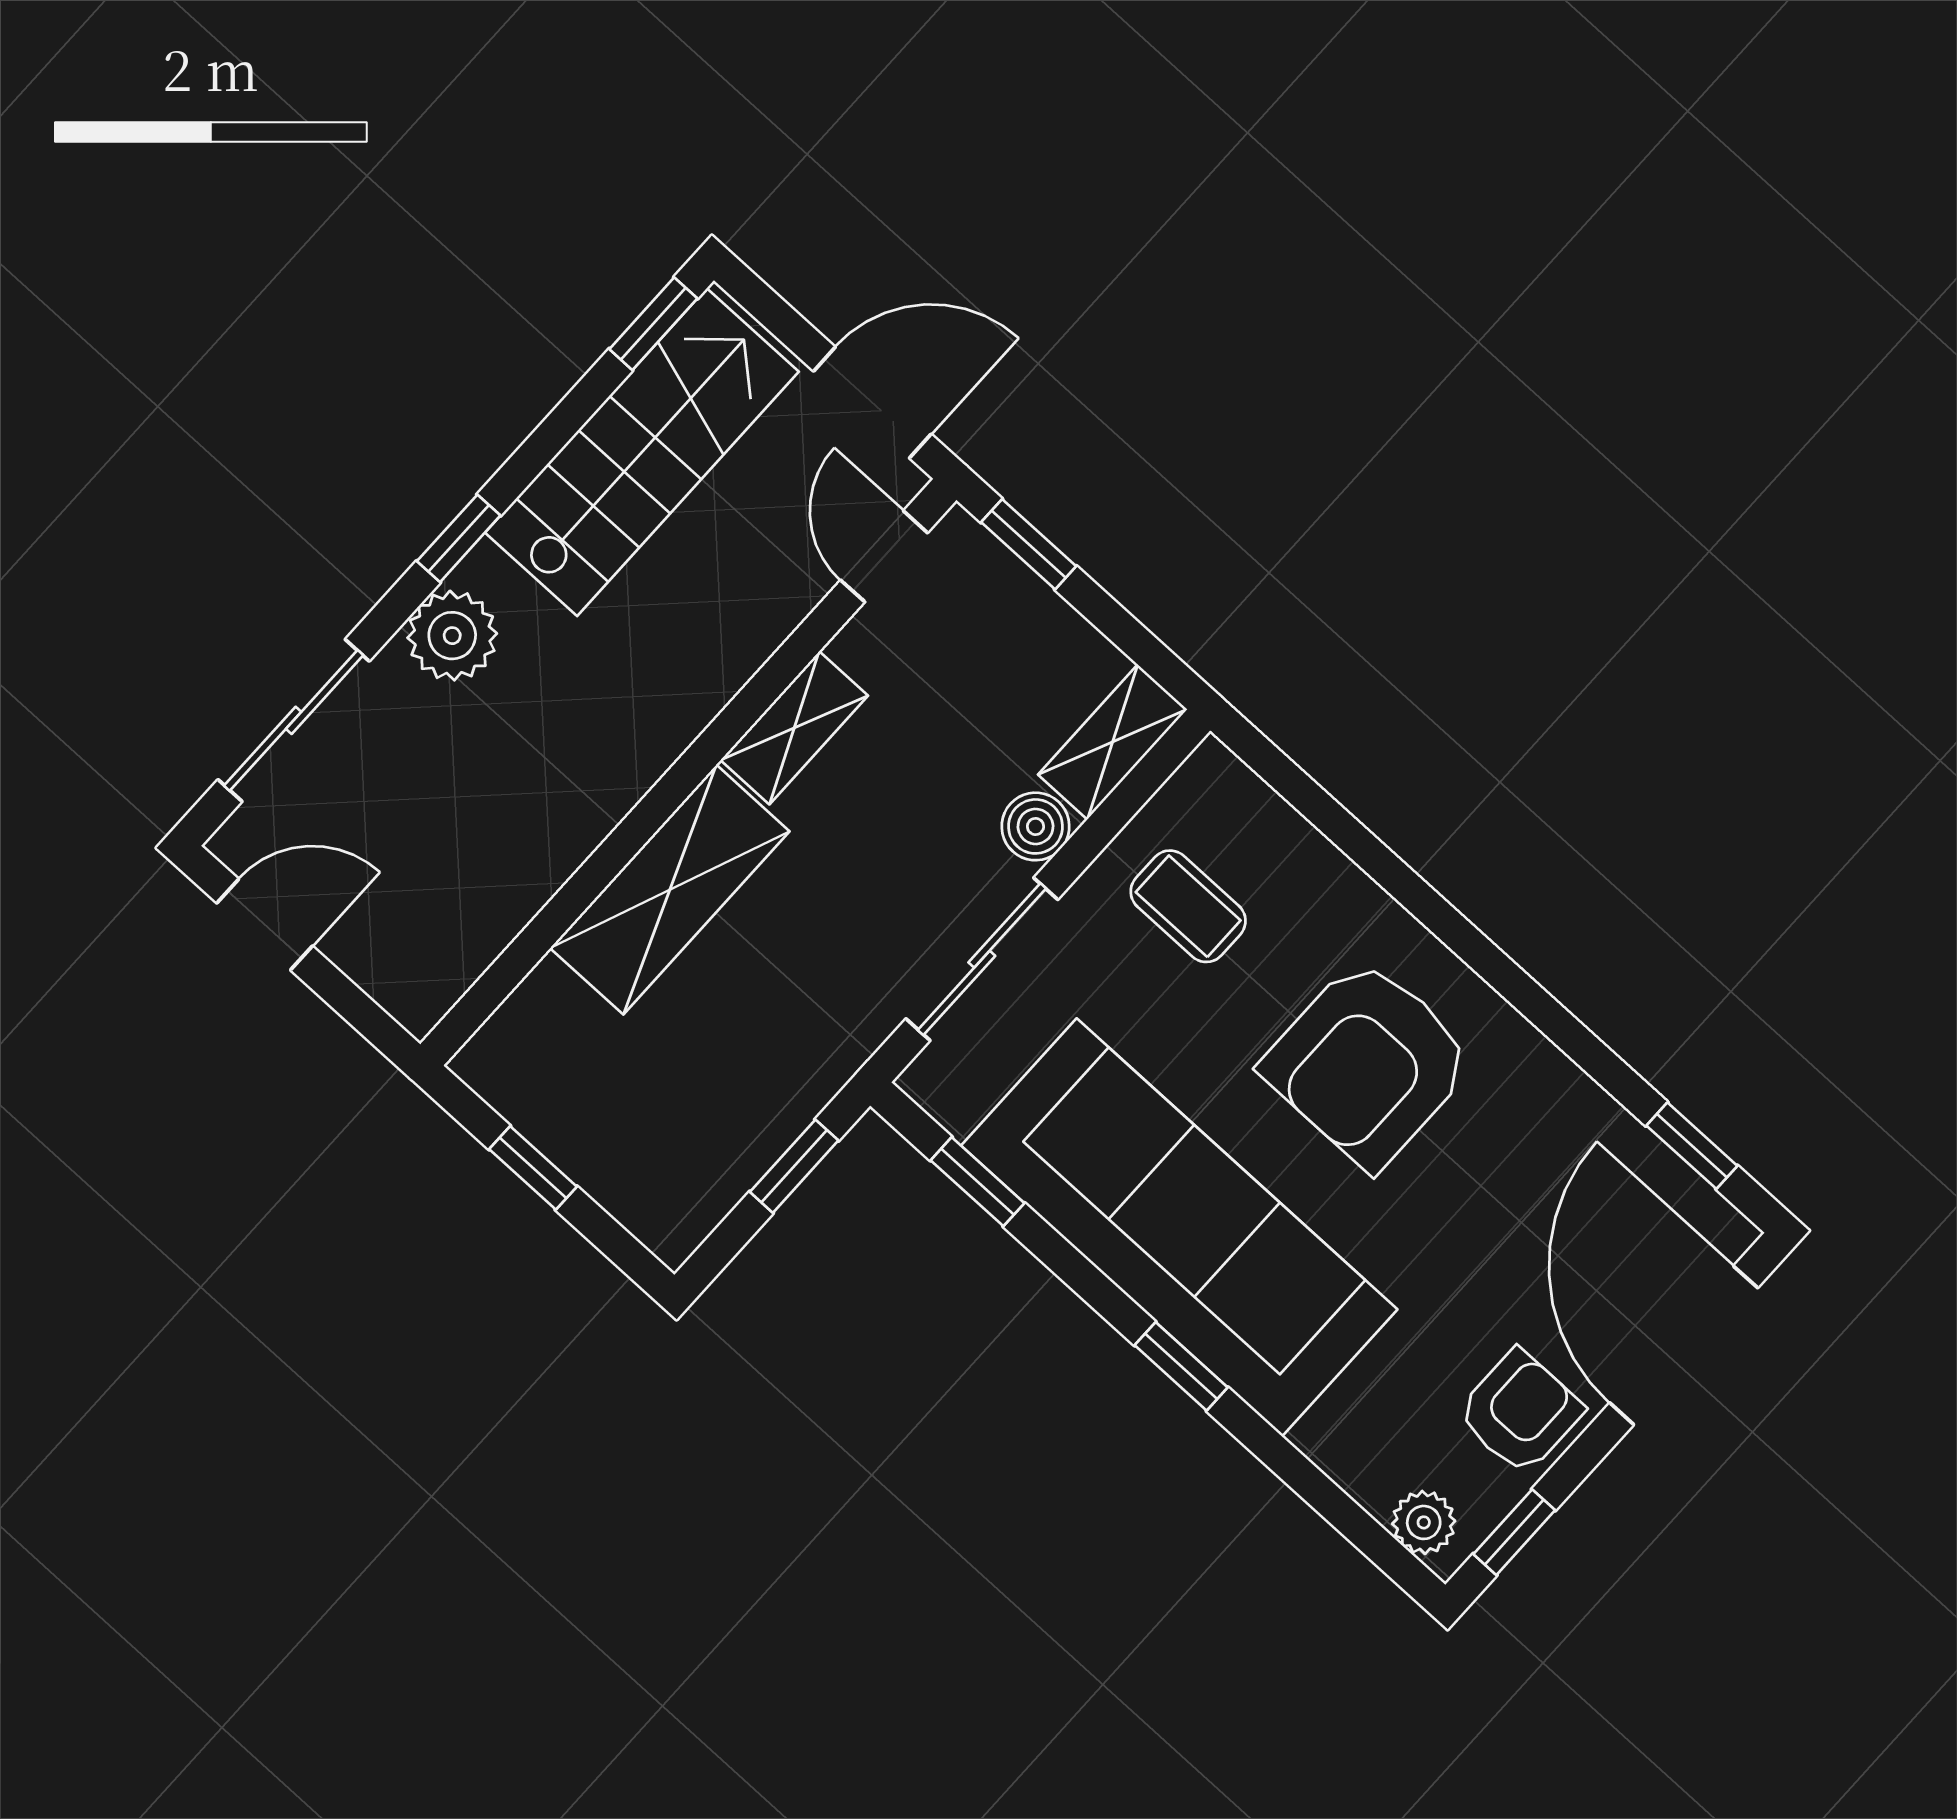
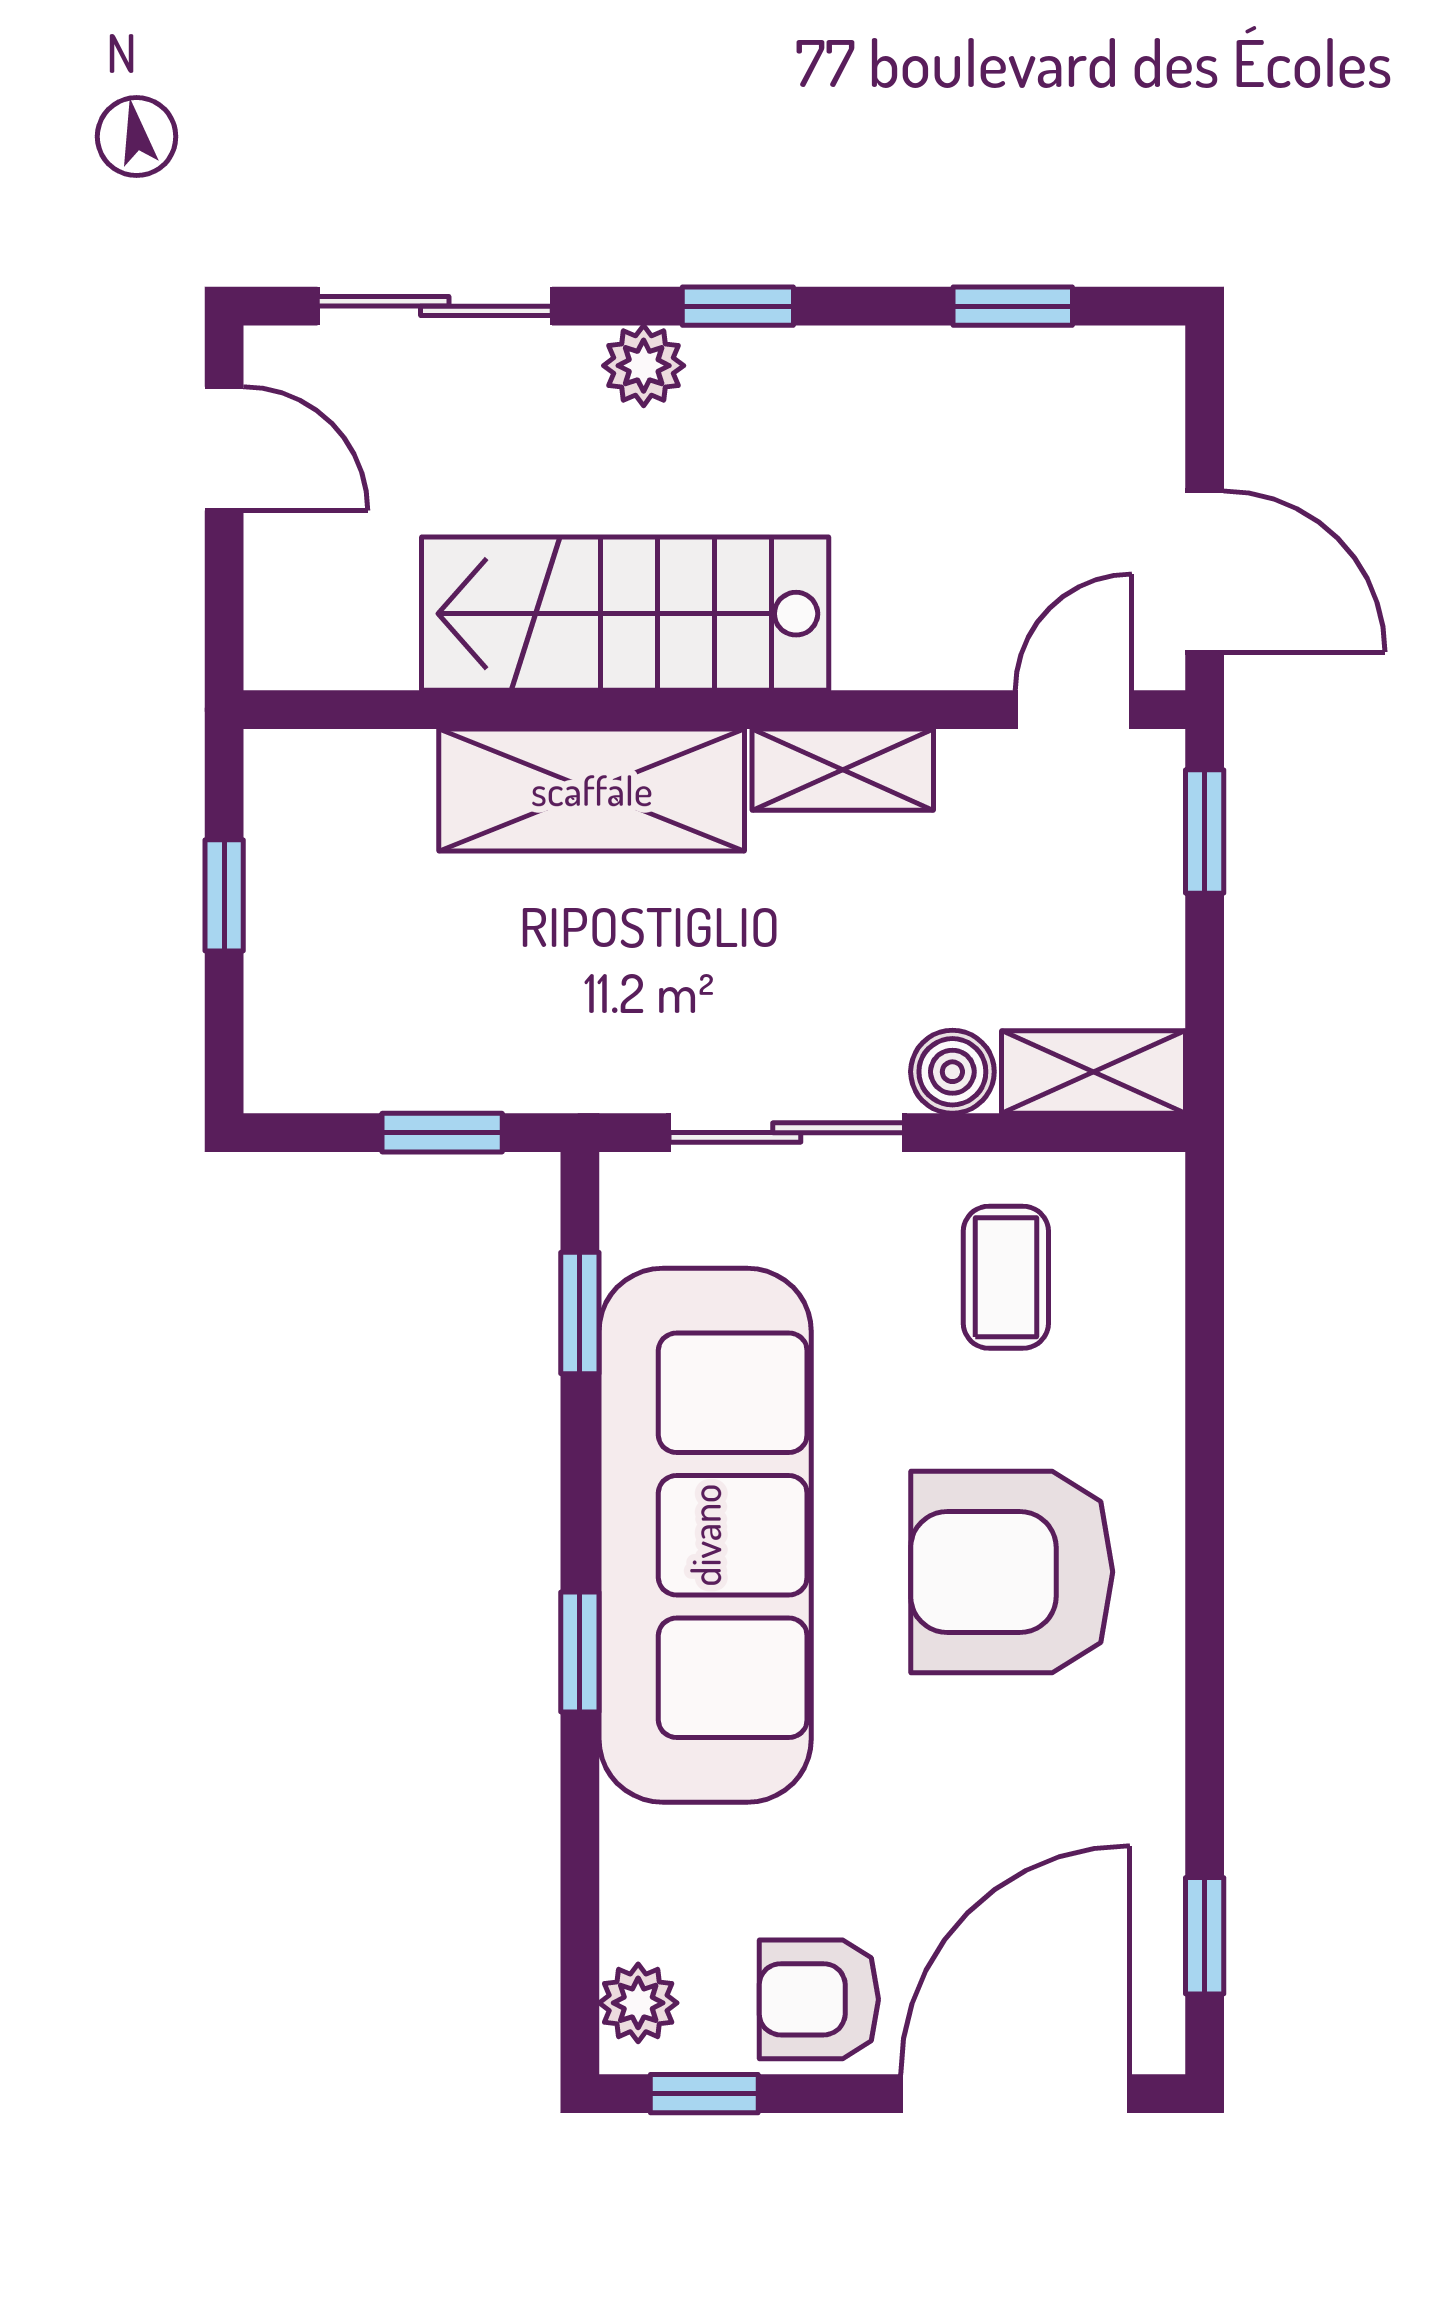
window: (653, 324) -> (1013, 306), moved
stairs: (642, 452) -> (625, 614), moved, turned 180
plant: (452, 636) -> (644, 366), width x0.73, depth x0.73
armchair: (1520, 1412) -> (819, 1999), turned 180

